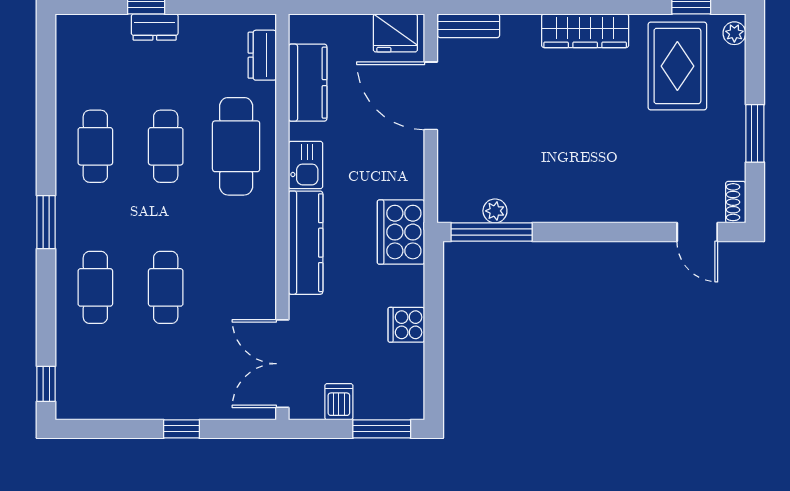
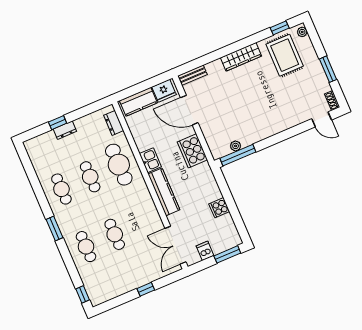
kitchen counter: (308, 83) -> (138, 102), moved, turned 90
cooker: (401, 232) -> (192, 151), moved

